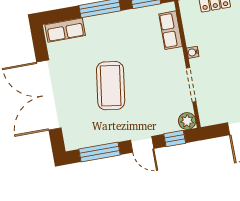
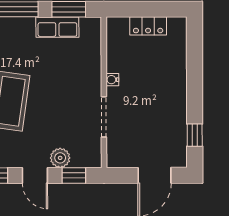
row of seats: (171, 30) -> (57, 27), moved, turned -90
plant: (187, 121) -> (60, 158), moved

